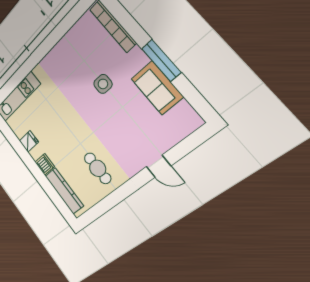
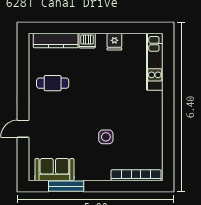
window: (161, 60) -> (66, 186), moved
sofa: (157, 88) -> (54, 170), moved

